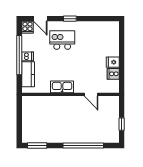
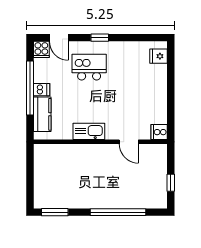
fridge: (113, 62) -> (159, 56), moved
cooker: (113, 74) -> (159, 132), moved

